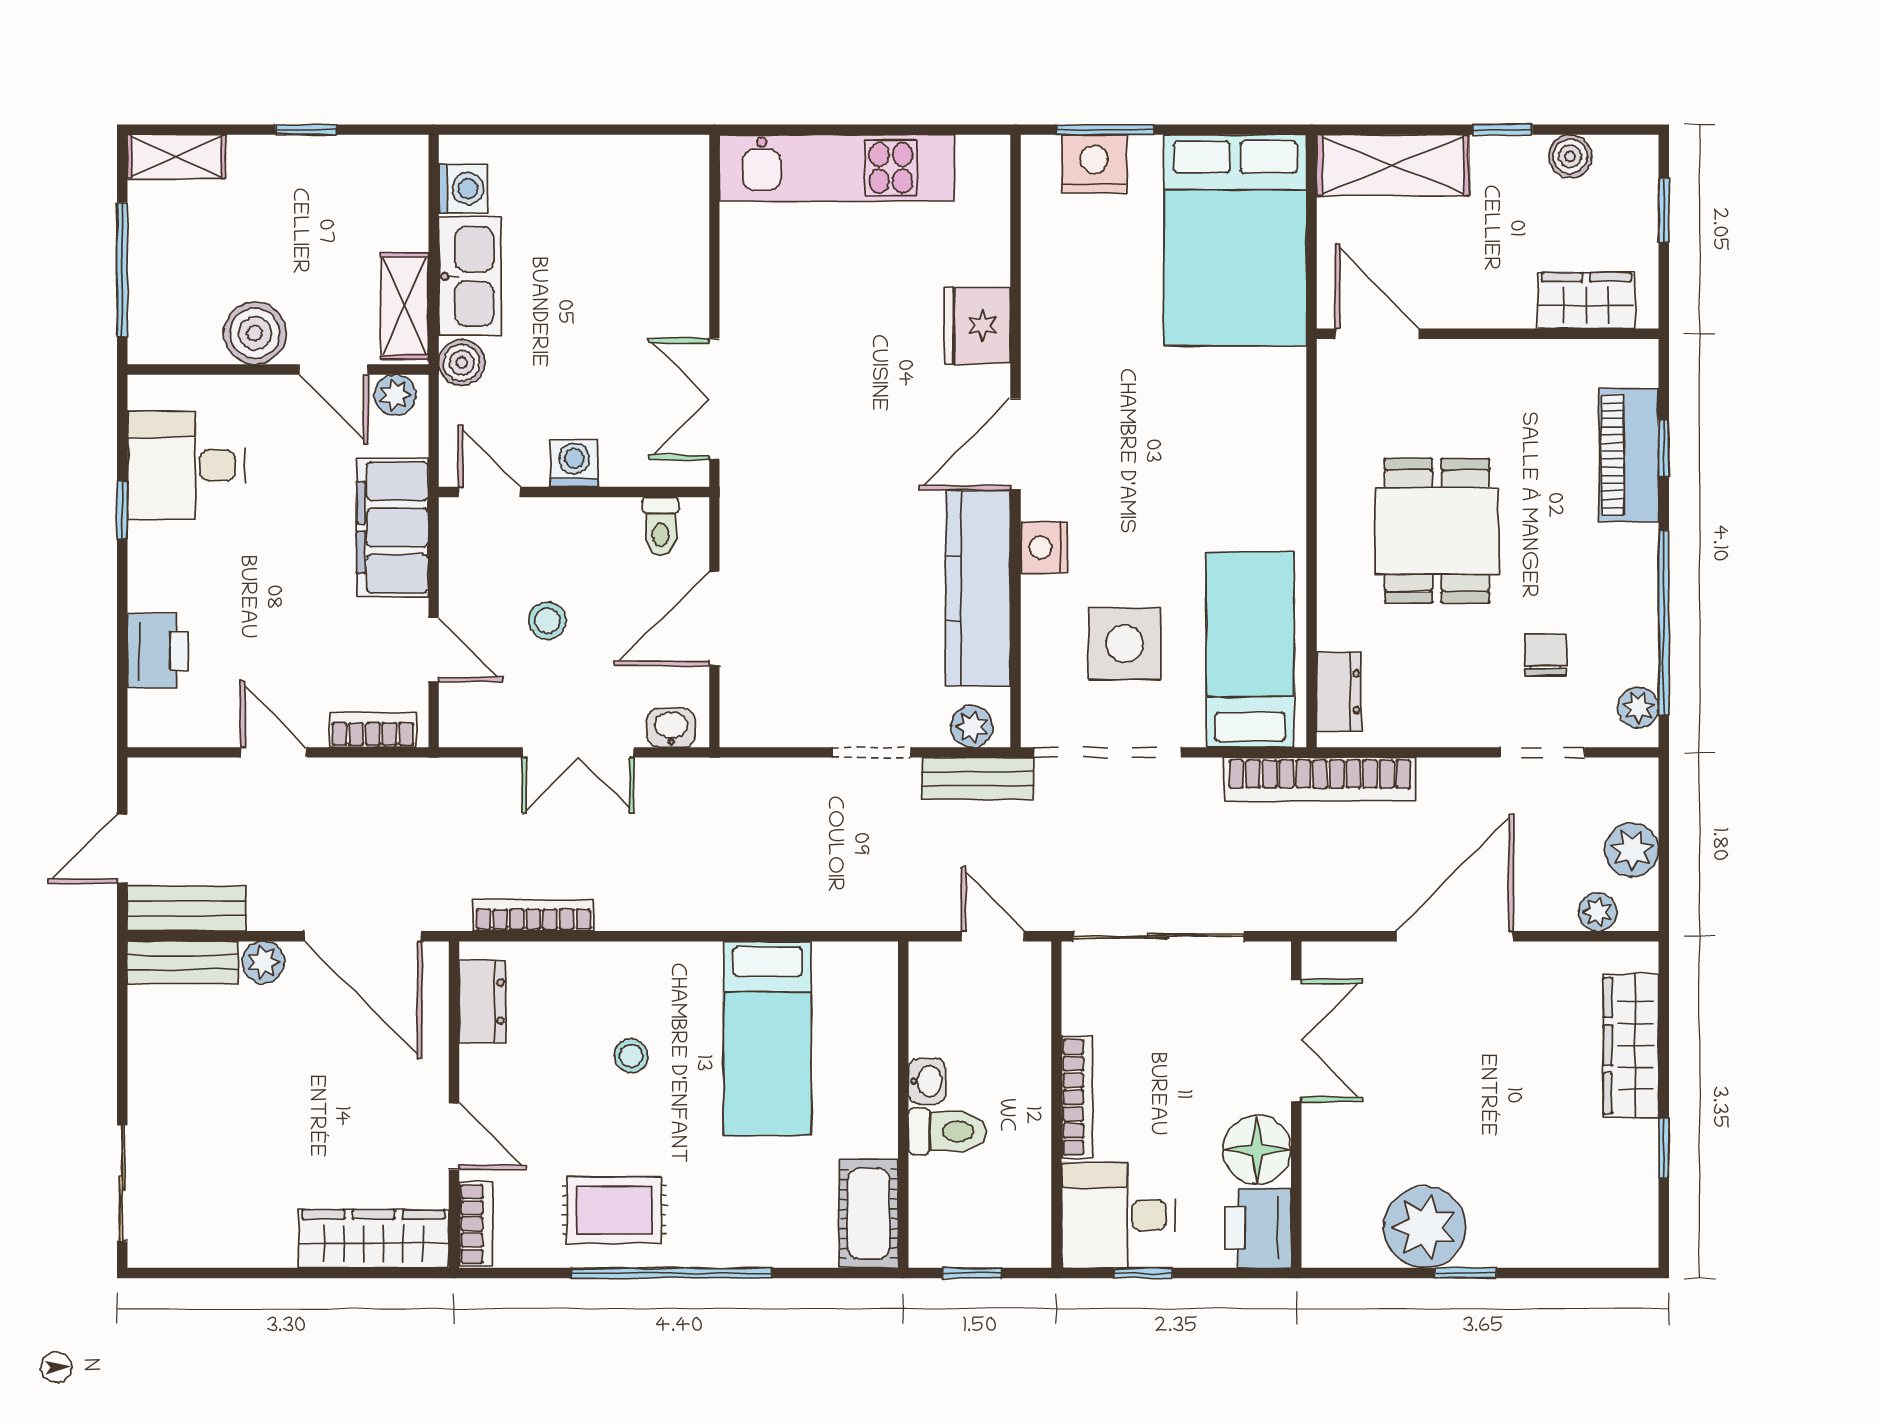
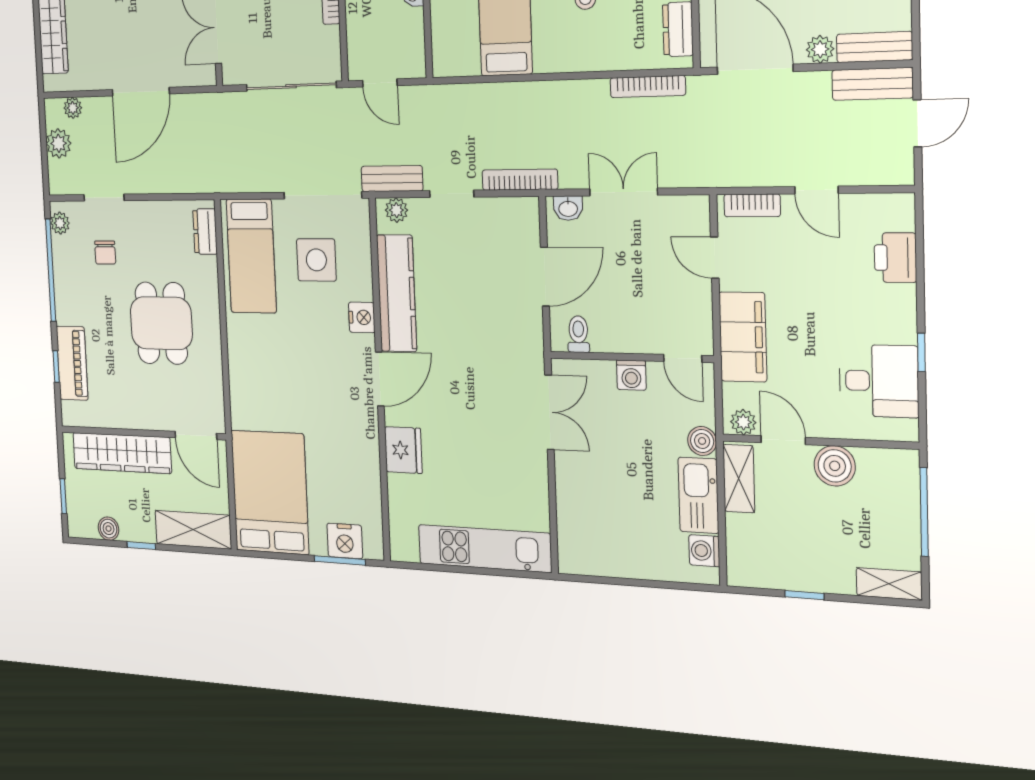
wardrobe: (1586, 301) -> (122, 453), width x2.10, depth x1.17
stool: (547, 621) -> (645, 276), removed
bookcase: (1320, 779) -> (520, 180), moved, width x0.68, depth x0.76

